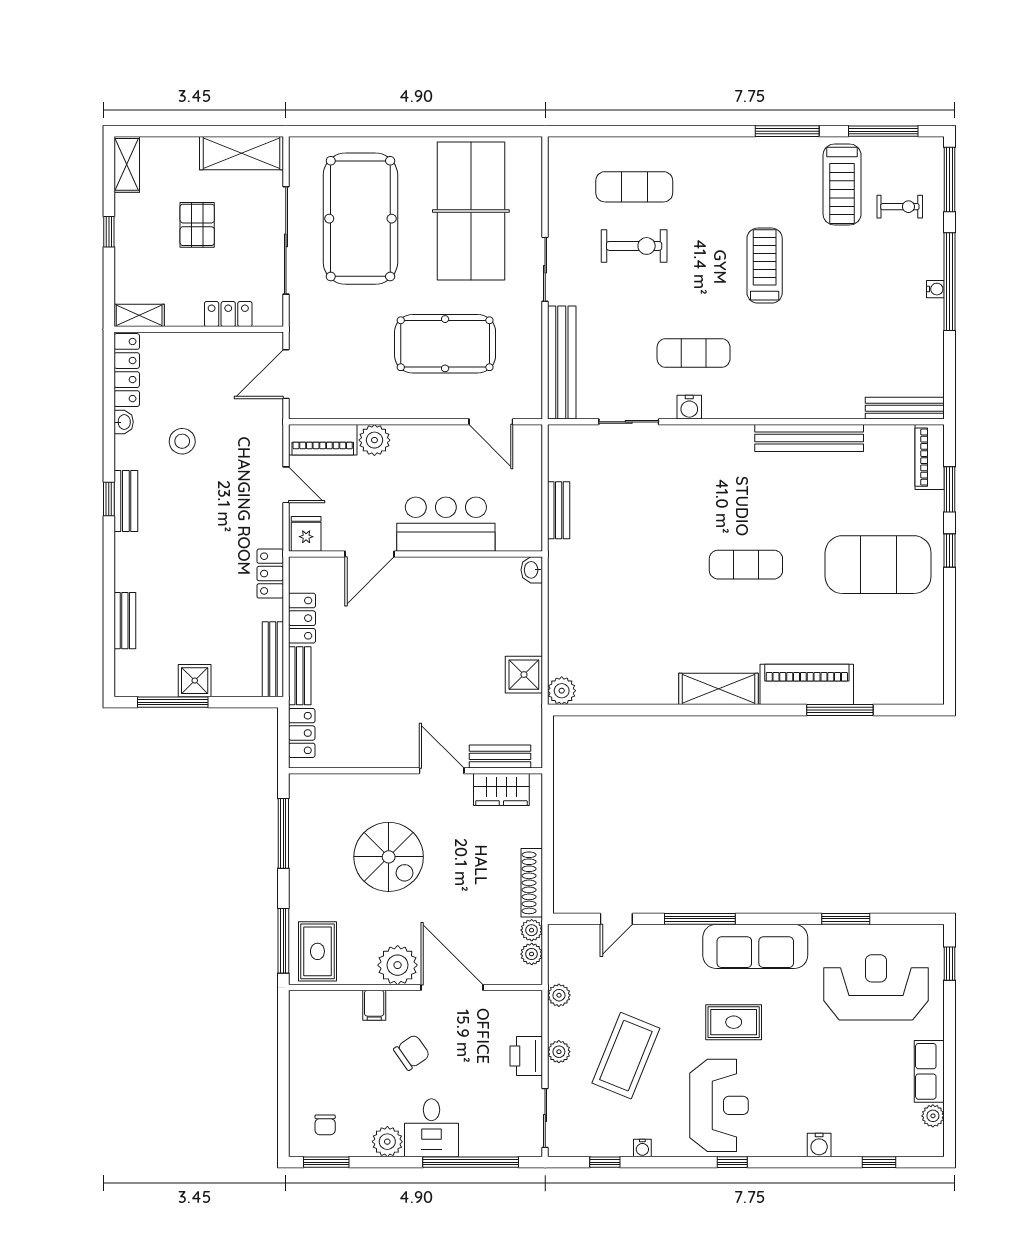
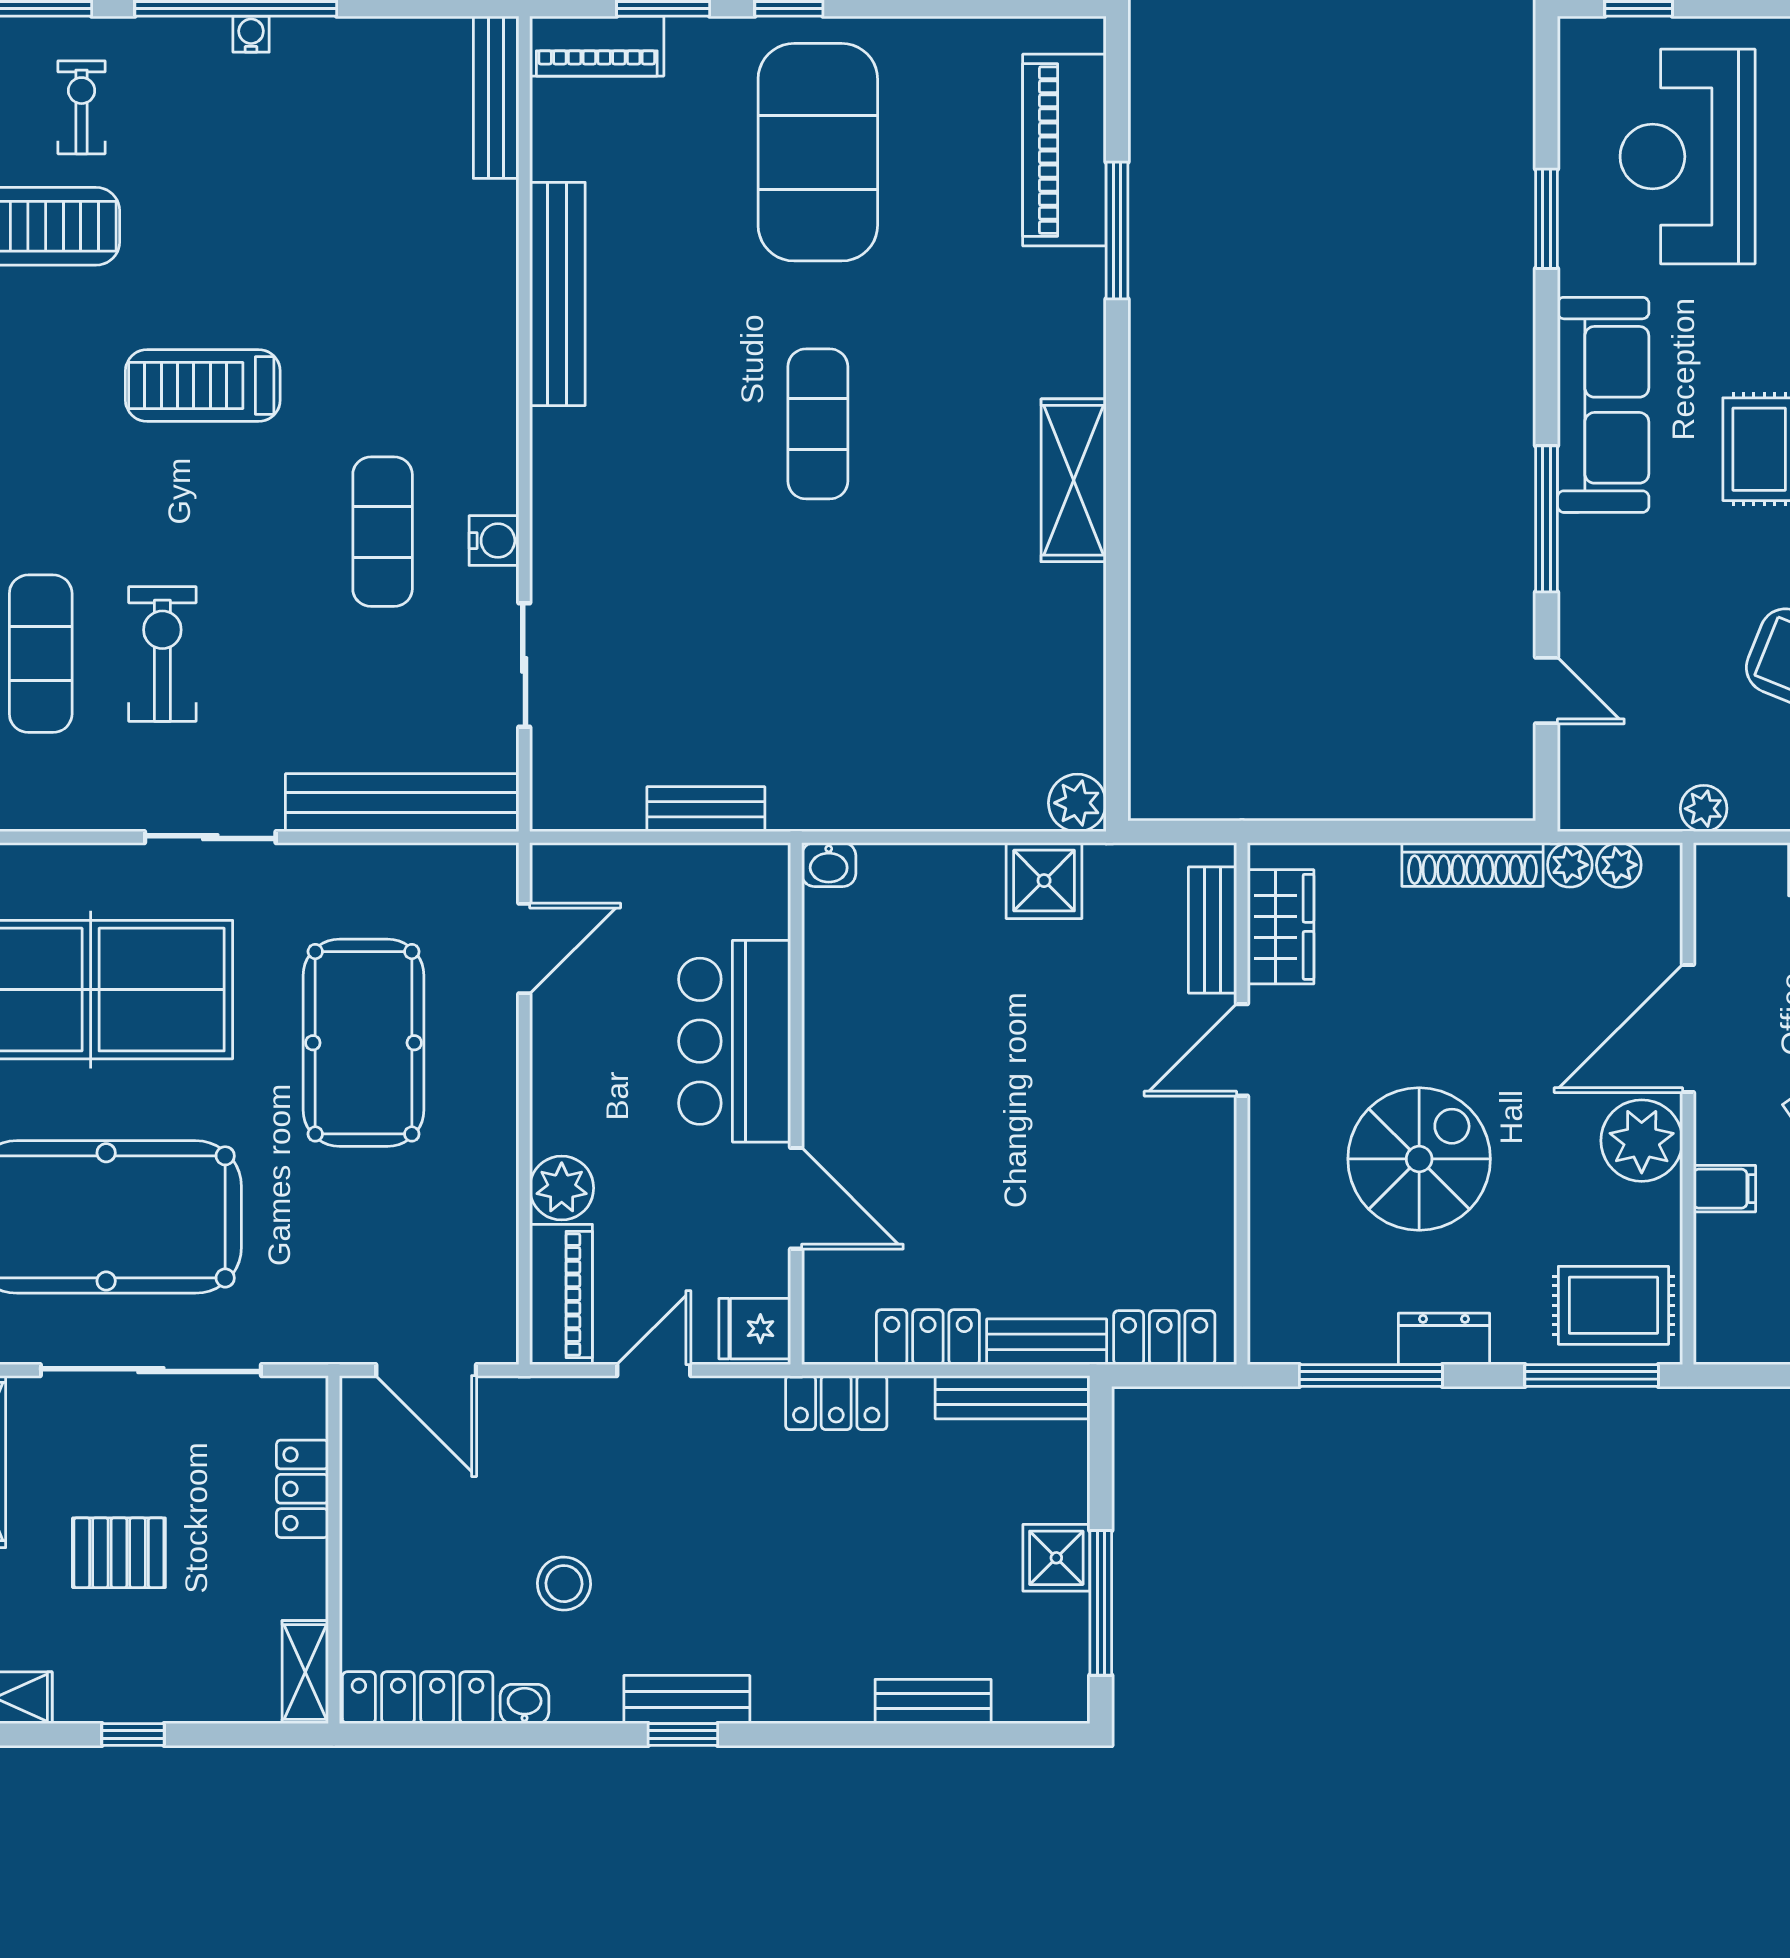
piano: (807, 684) -> (1064, 150), moved
dresser: (301, 869) -> (1444, 1339), added

